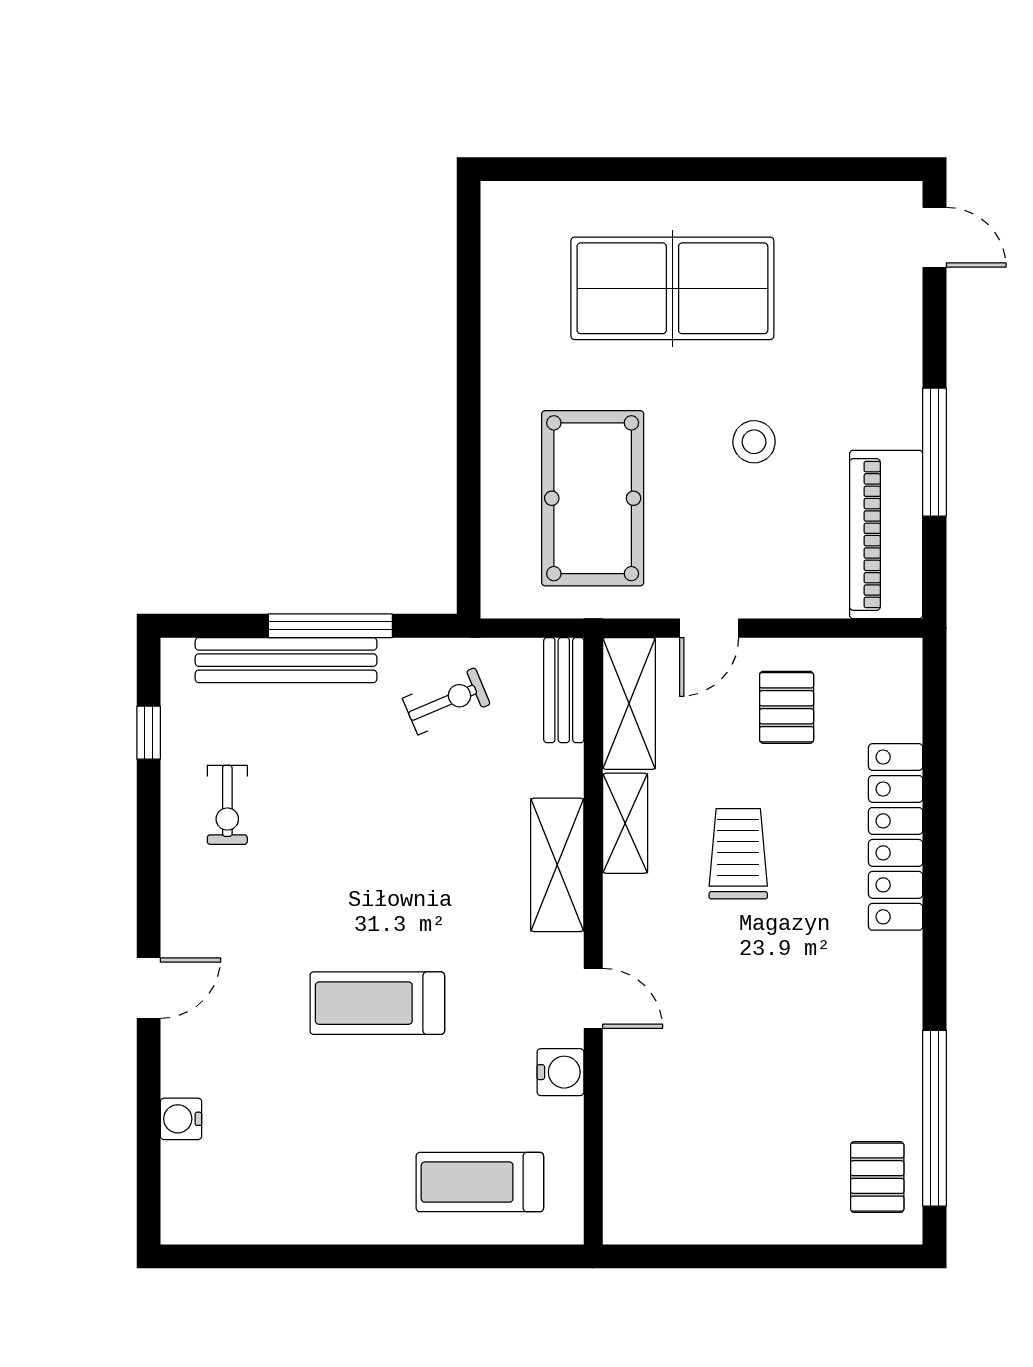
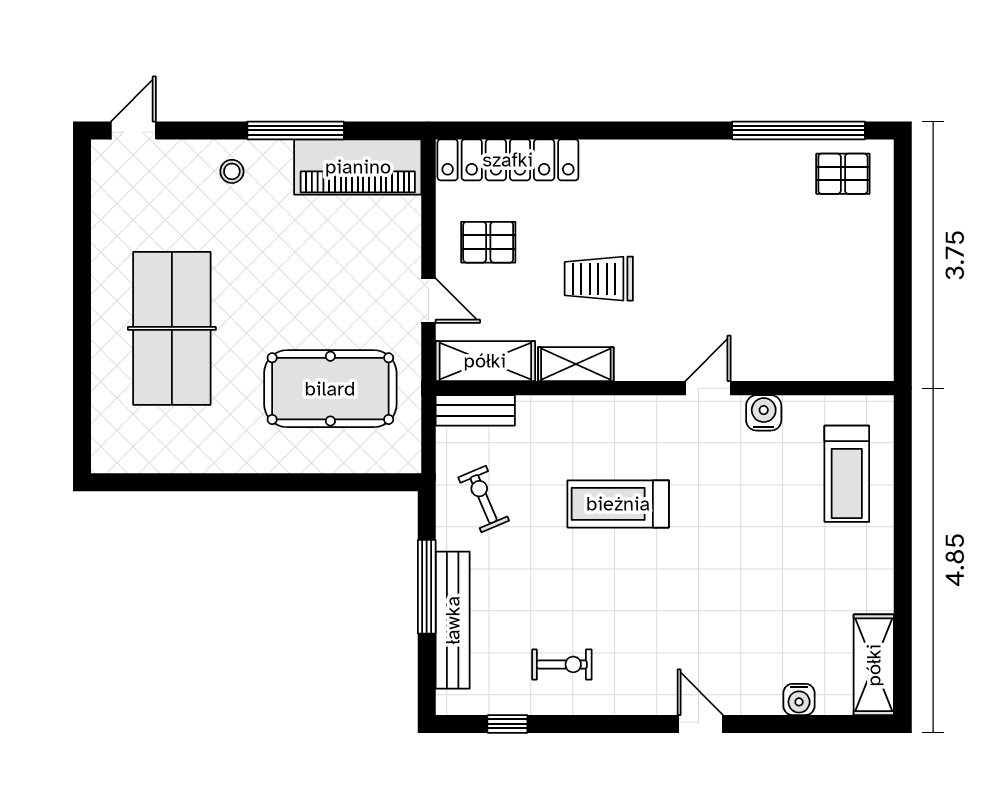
stool: (754, 442) -> (232, 171), moved, width x0.73, depth x0.73
locker: (896, 837) -> (508, 160), moved
shelving: (557, 865) -> (874, 665), moved, turned 90
treadmill: (377, 1003) -> (618, 504), moved, turned 90

